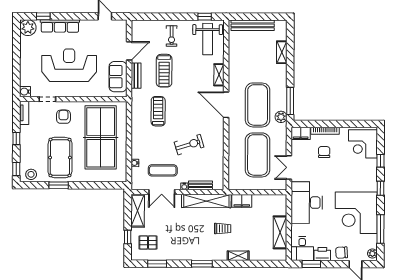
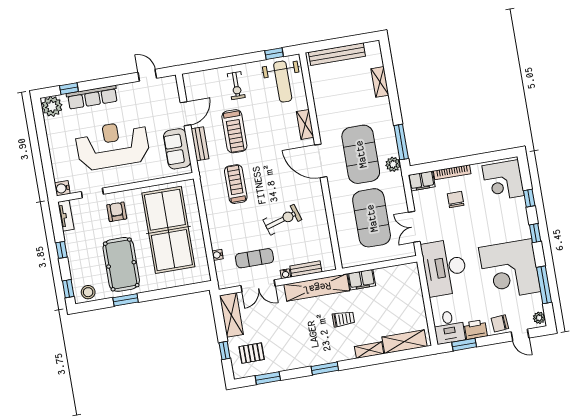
shelving: (280, 232) -> (405, 342), moved, turned 90

